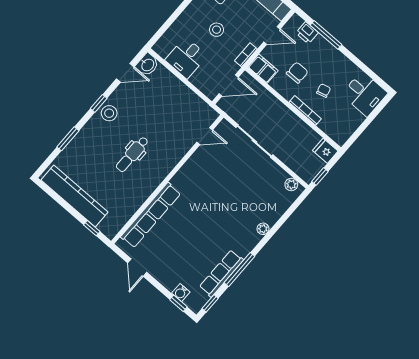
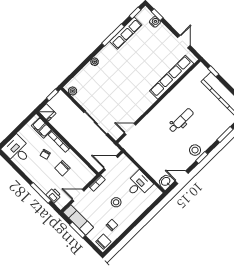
filing cabinet: (263, 69) -> (42, 128), moved

